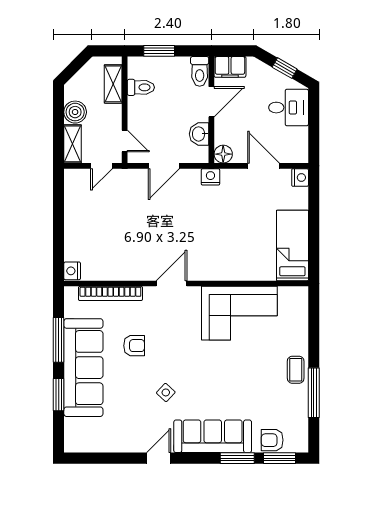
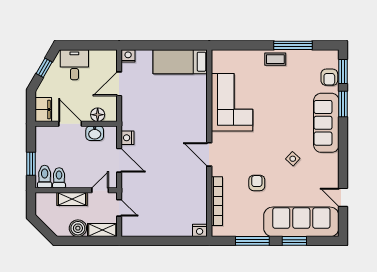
toilet: (200, 71) -> (45, 177), moved, turned -90
shelving: (113, 84) -> (72, 199), moved
floor lamp: (223, 154) -> (98, 115), moved
nightstand: (210, 177) -> (128, 138), moved
sofa: (83, 368) -> (301, 222), moved
door: (159, 458) -> (343, 197), moved

